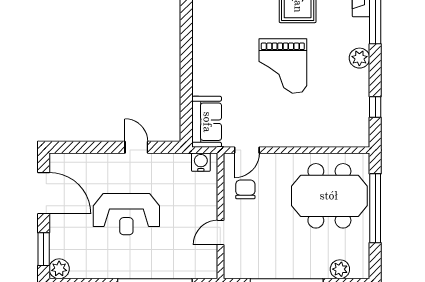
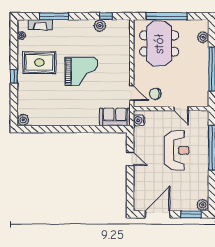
plant: (359, 58) -> (100, 26), moved
door: (136, 147) -> (130, 159), swing flipped
reception desk: (126, 214) -> (177, 150), moved

